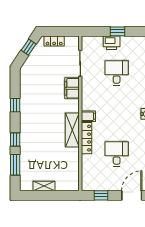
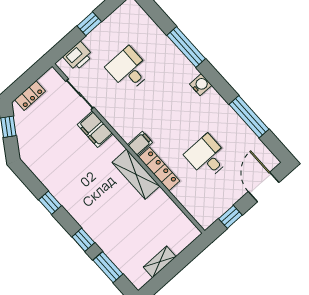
printer: (112, 43) -> (78, 56), moved

